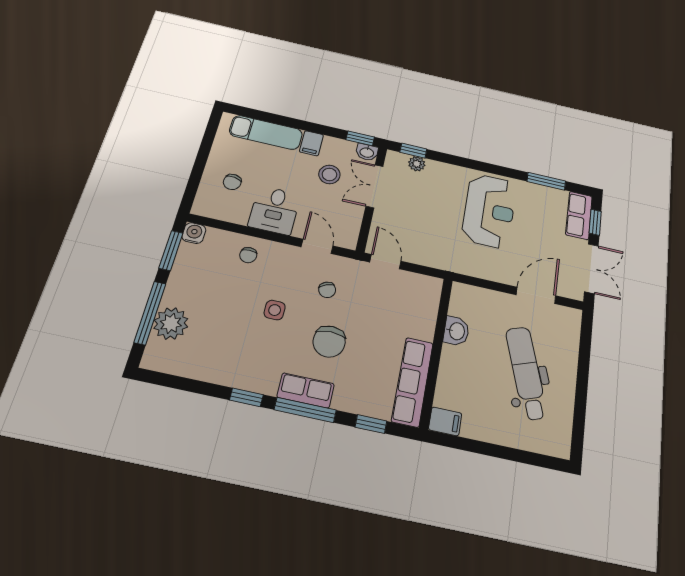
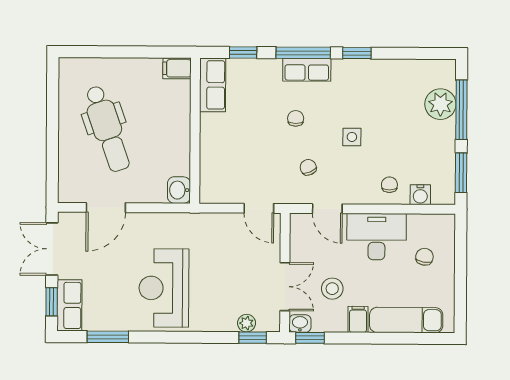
desk: (274, 210) -> (377, 237), width x1.37
water cooler: (194, 233) -> (420, 195), moved
washbasin: (456, 331) -> (179, 190), moved
chair: (329, 342) -> (296, 118), width x0.54, depth x0.54
row of seats: (412, 382) -> (213, 85), width x0.68

